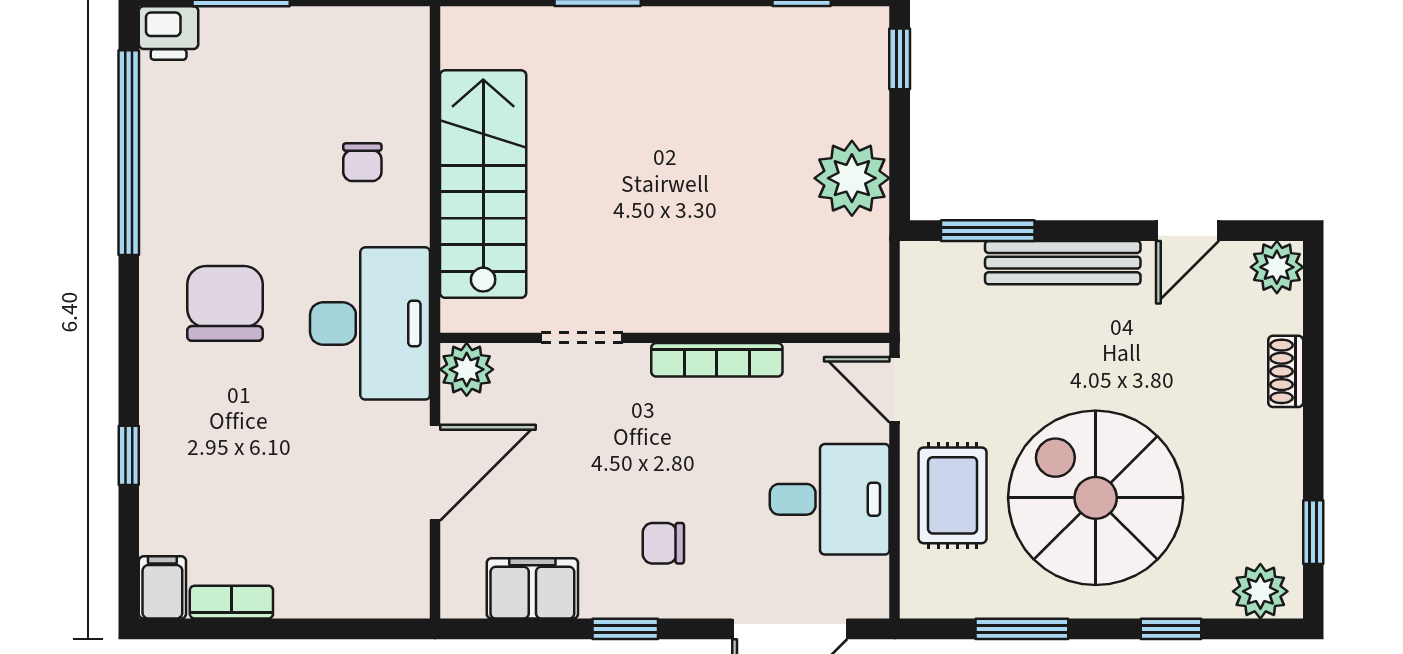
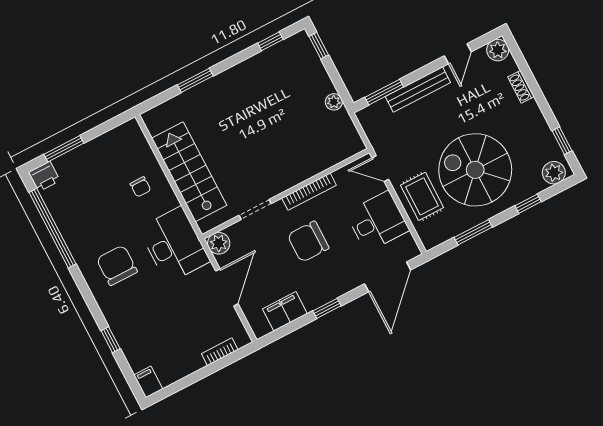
plant: (852, 178) -> (334, 102), width x0.53, depth x0.53
chair: (663, 543) -> (308, 242), moved, width x1.87, depth x1.87
bookcase: (231, 602) -> (220, 352), moved

